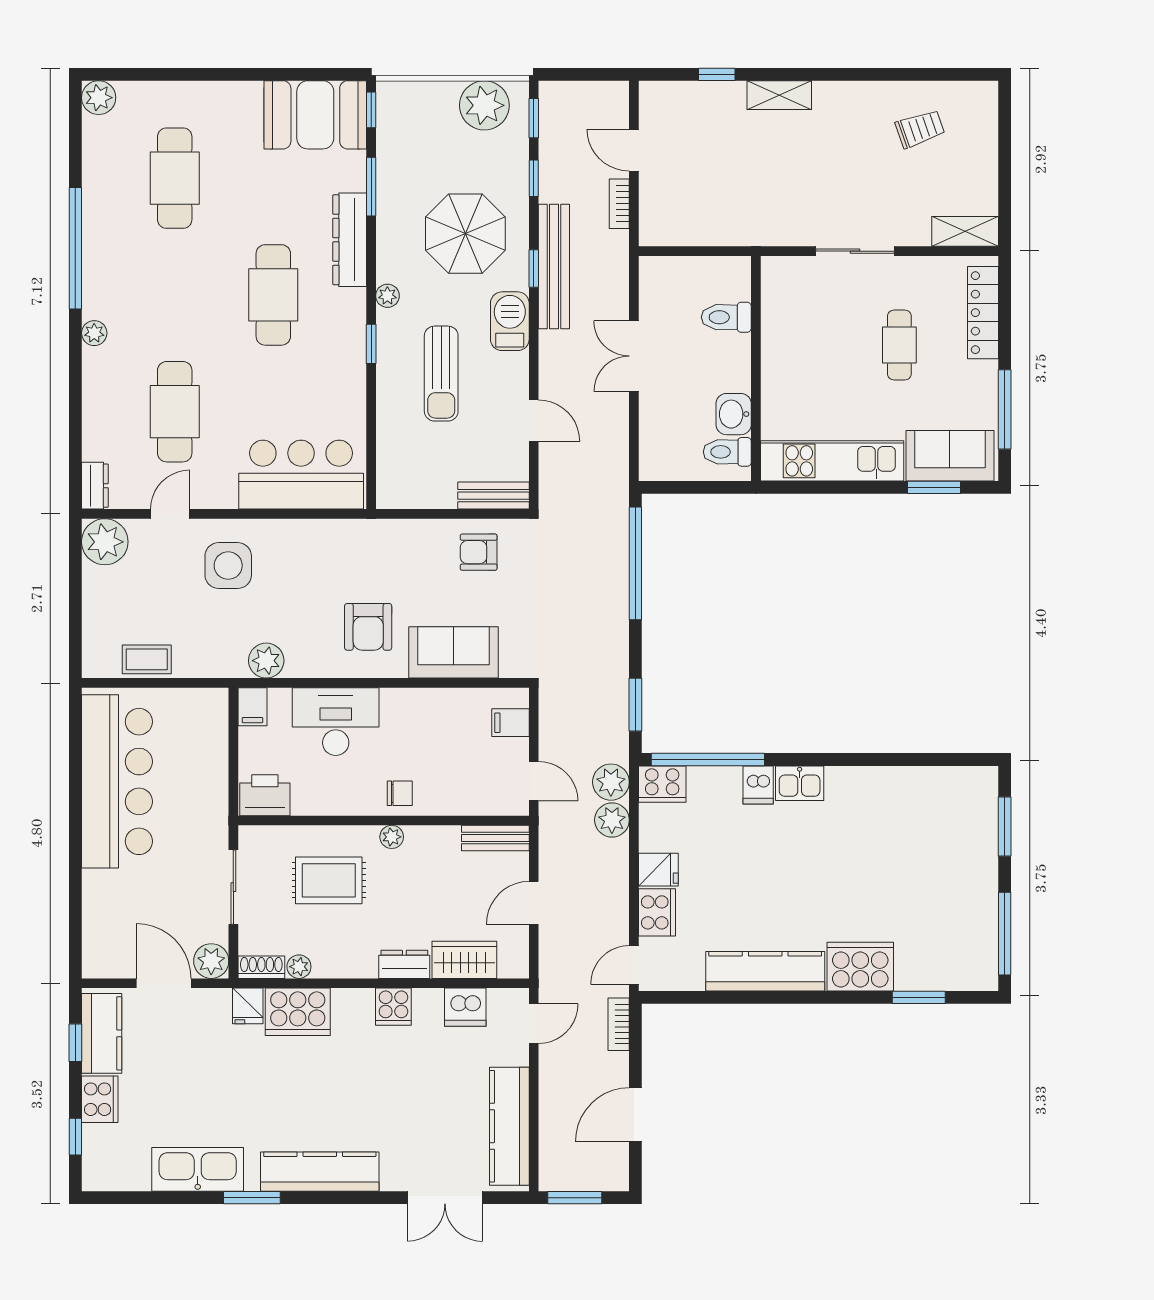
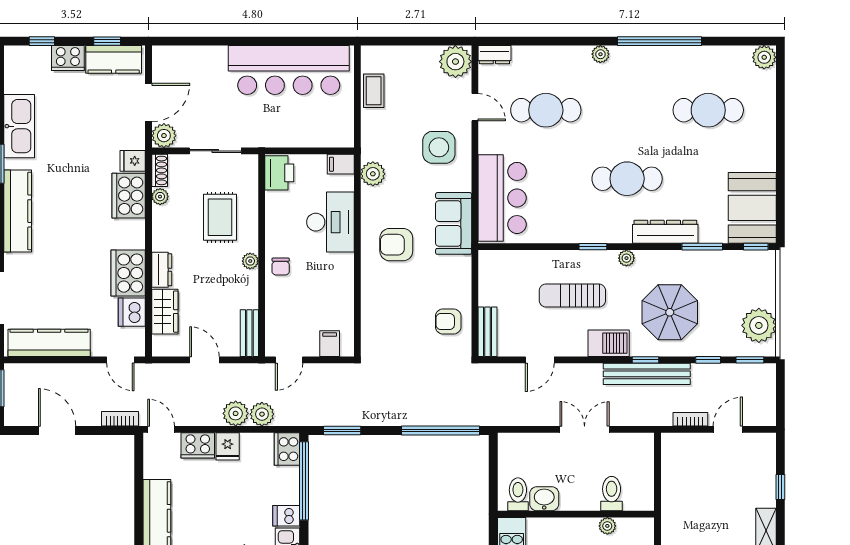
plant: (773, 323) -> (607, 526), added
armchair: (479, 552) -> (448, 321), turned -90
sofa: (454, 652) -> (454, 223), moved, turned 180
plant: (611, 782) -> (236, 413), moved
cooker: (393, 1007) -> (128, 273), width x1.87, depth x1.31

